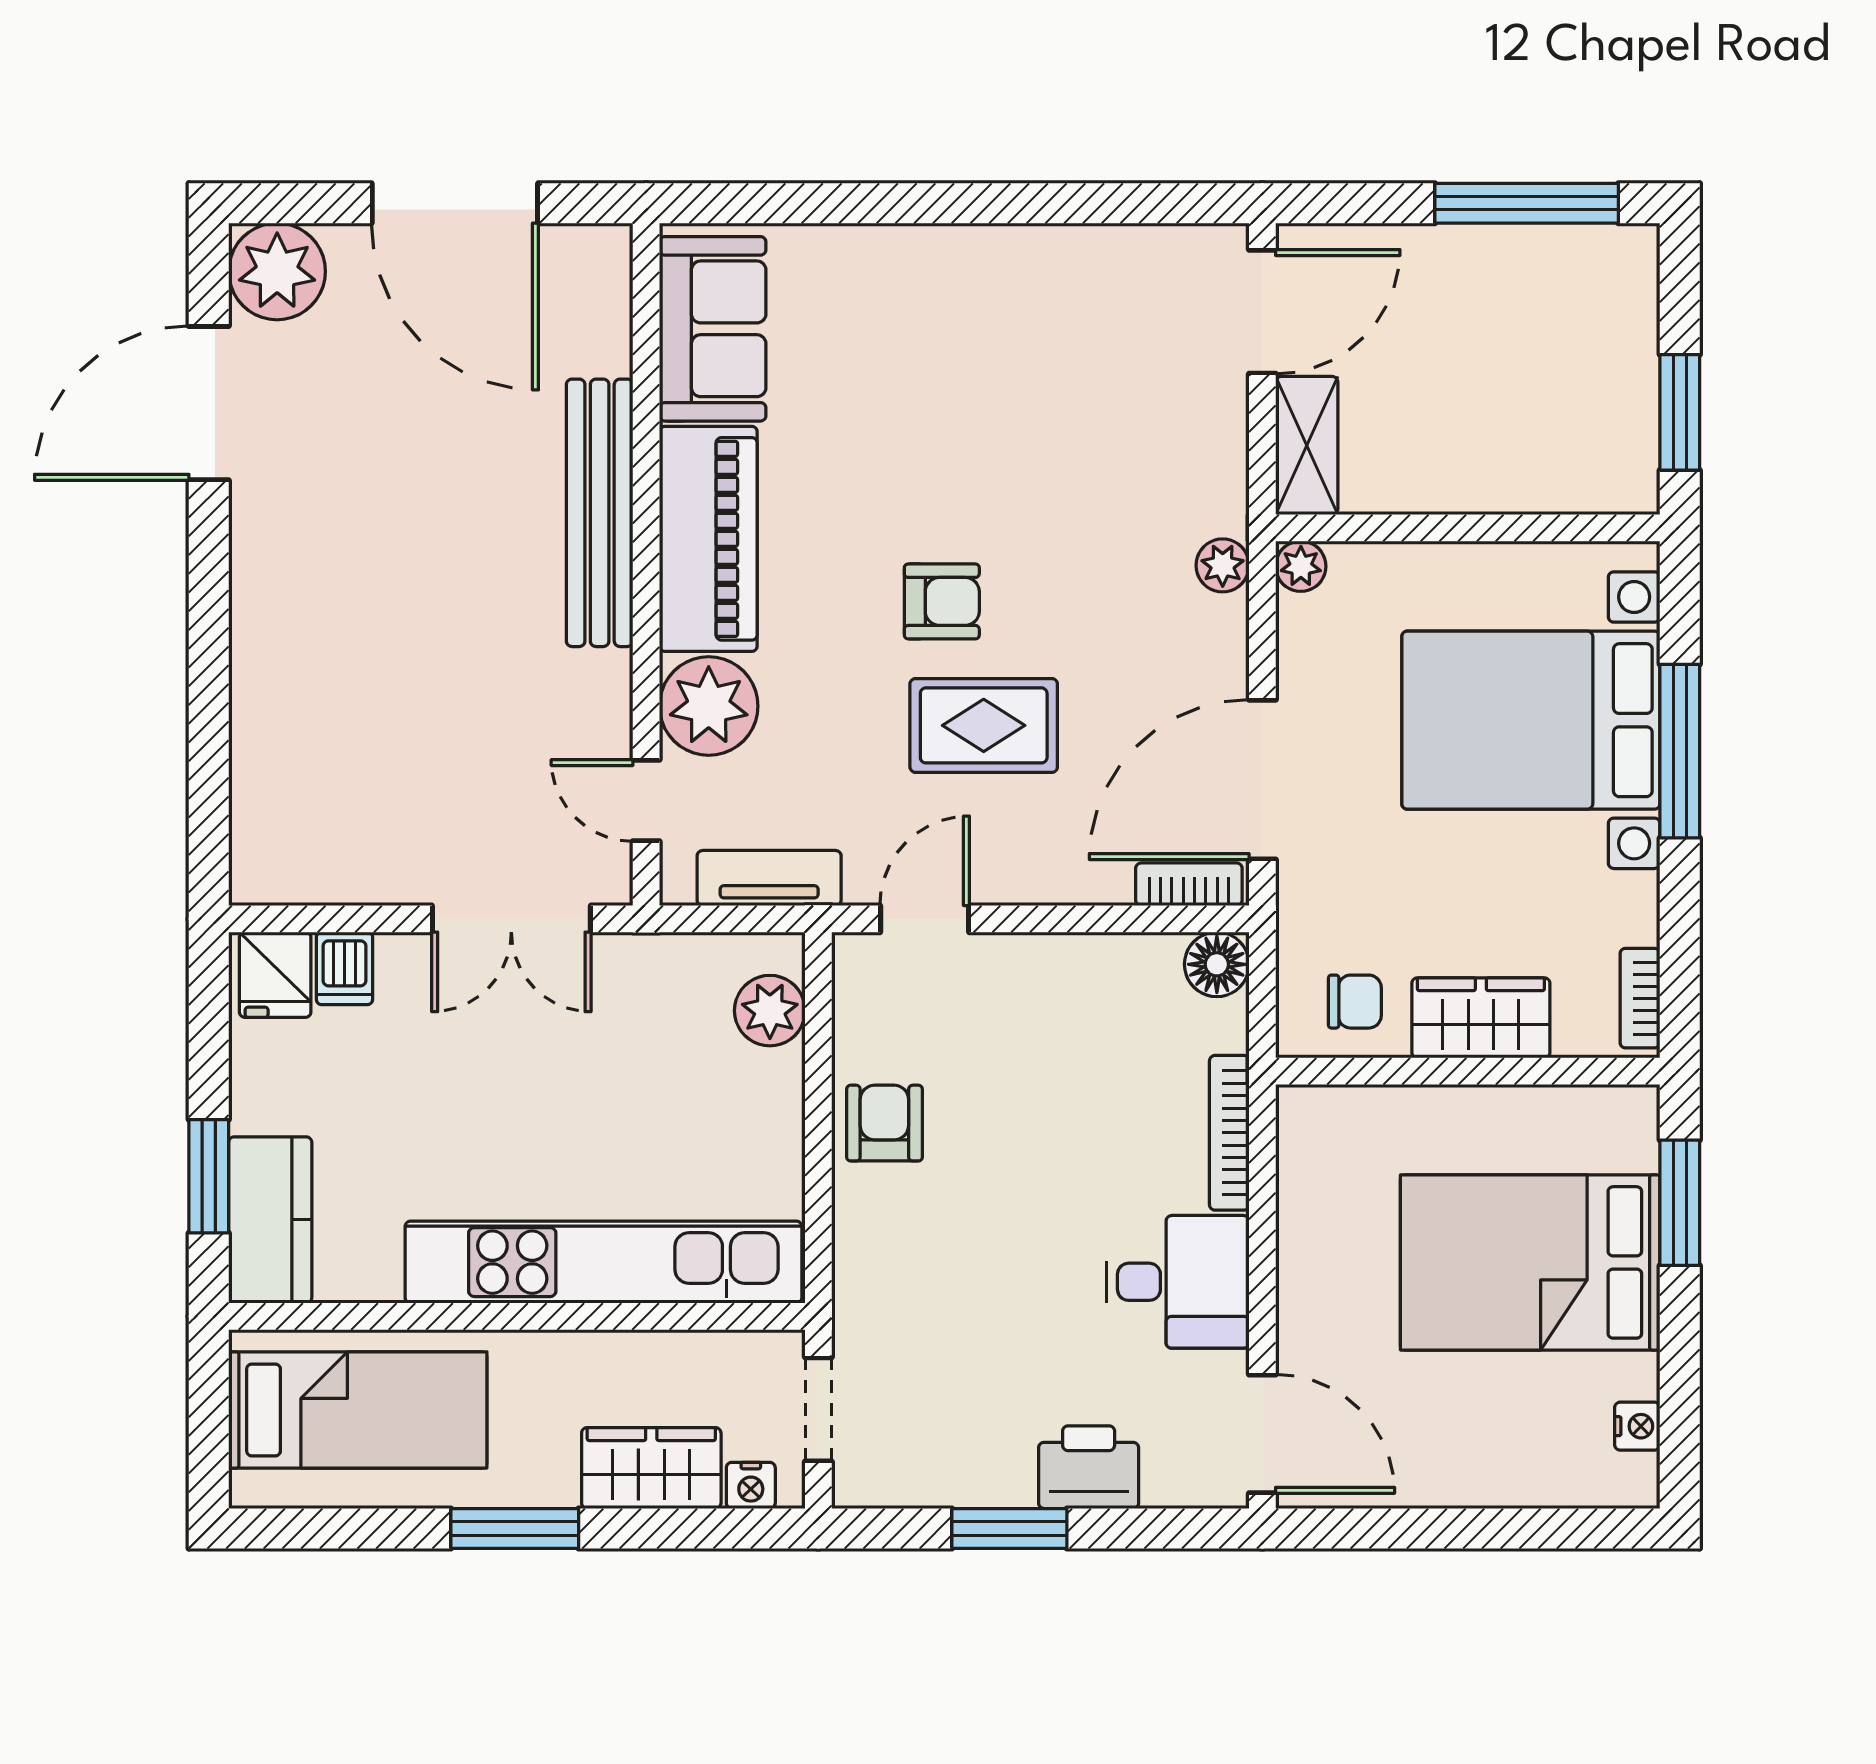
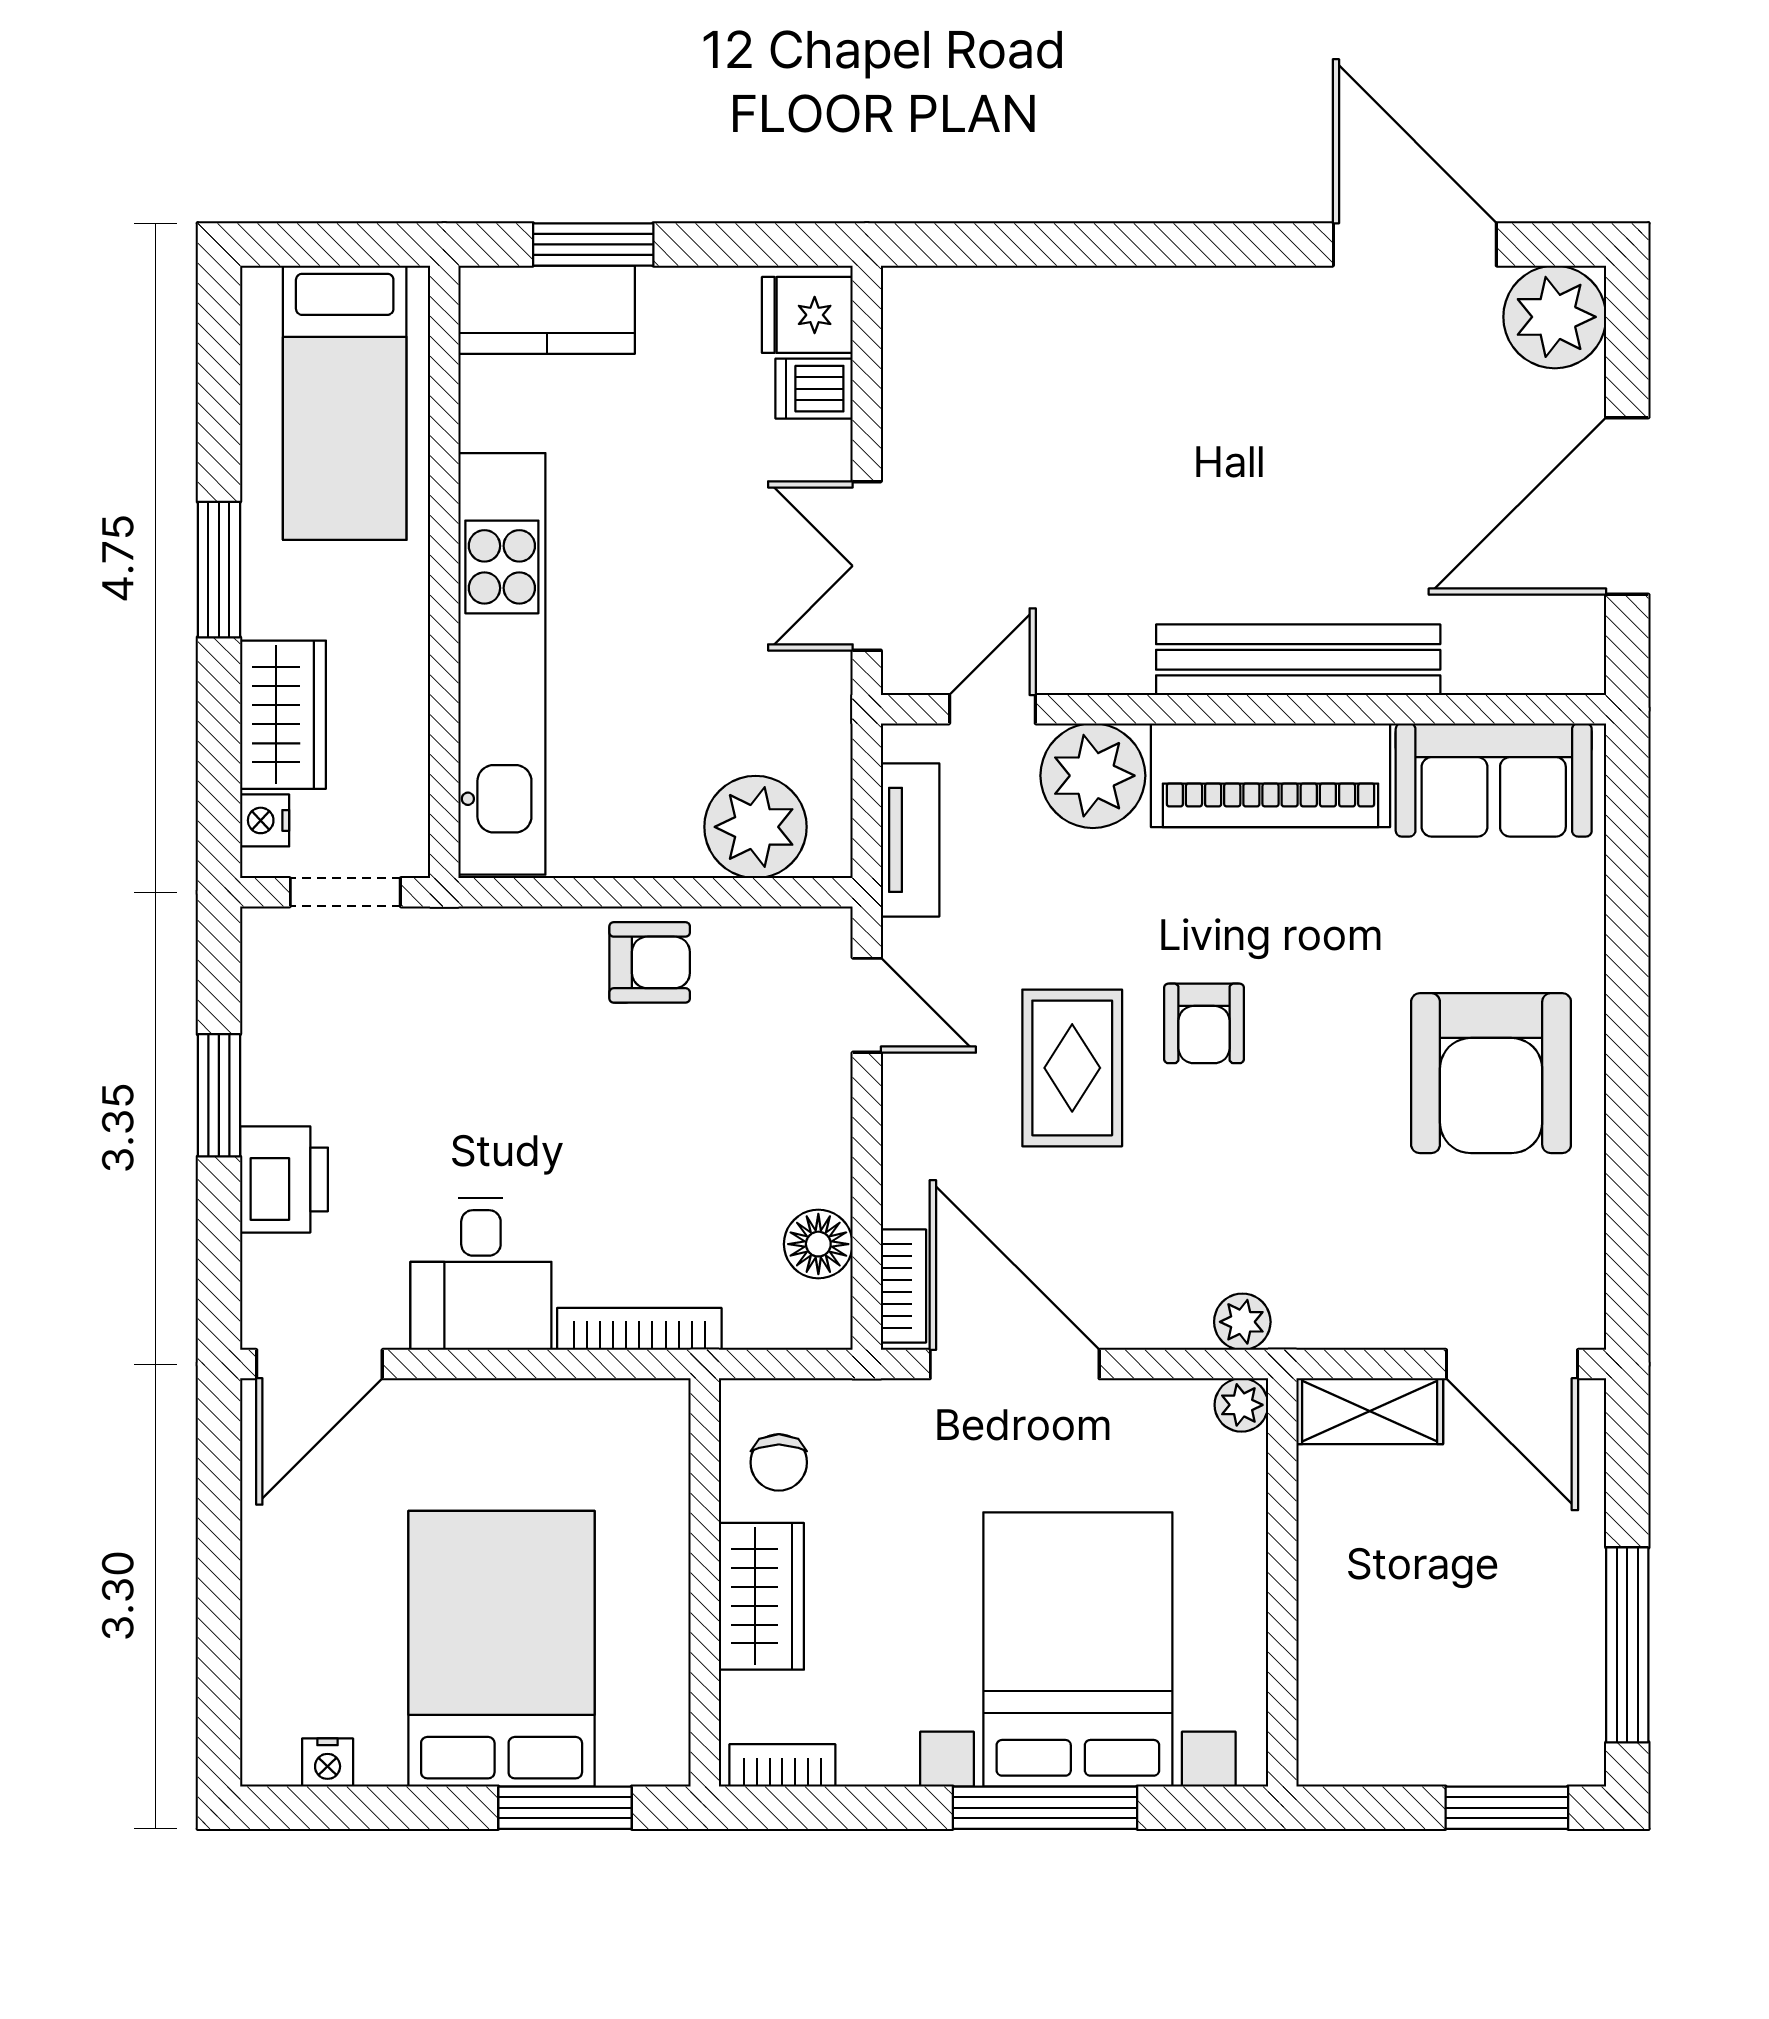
armchair: (989, 331) -> (1491, 1073), added
window: (1680, 412) -> (1507, 1808), moved
floor lamp: (1217, 964) -> (818, 1244), moved
plant: (770, 1011) -> (756, 827), width x1.36, depth x1.36

